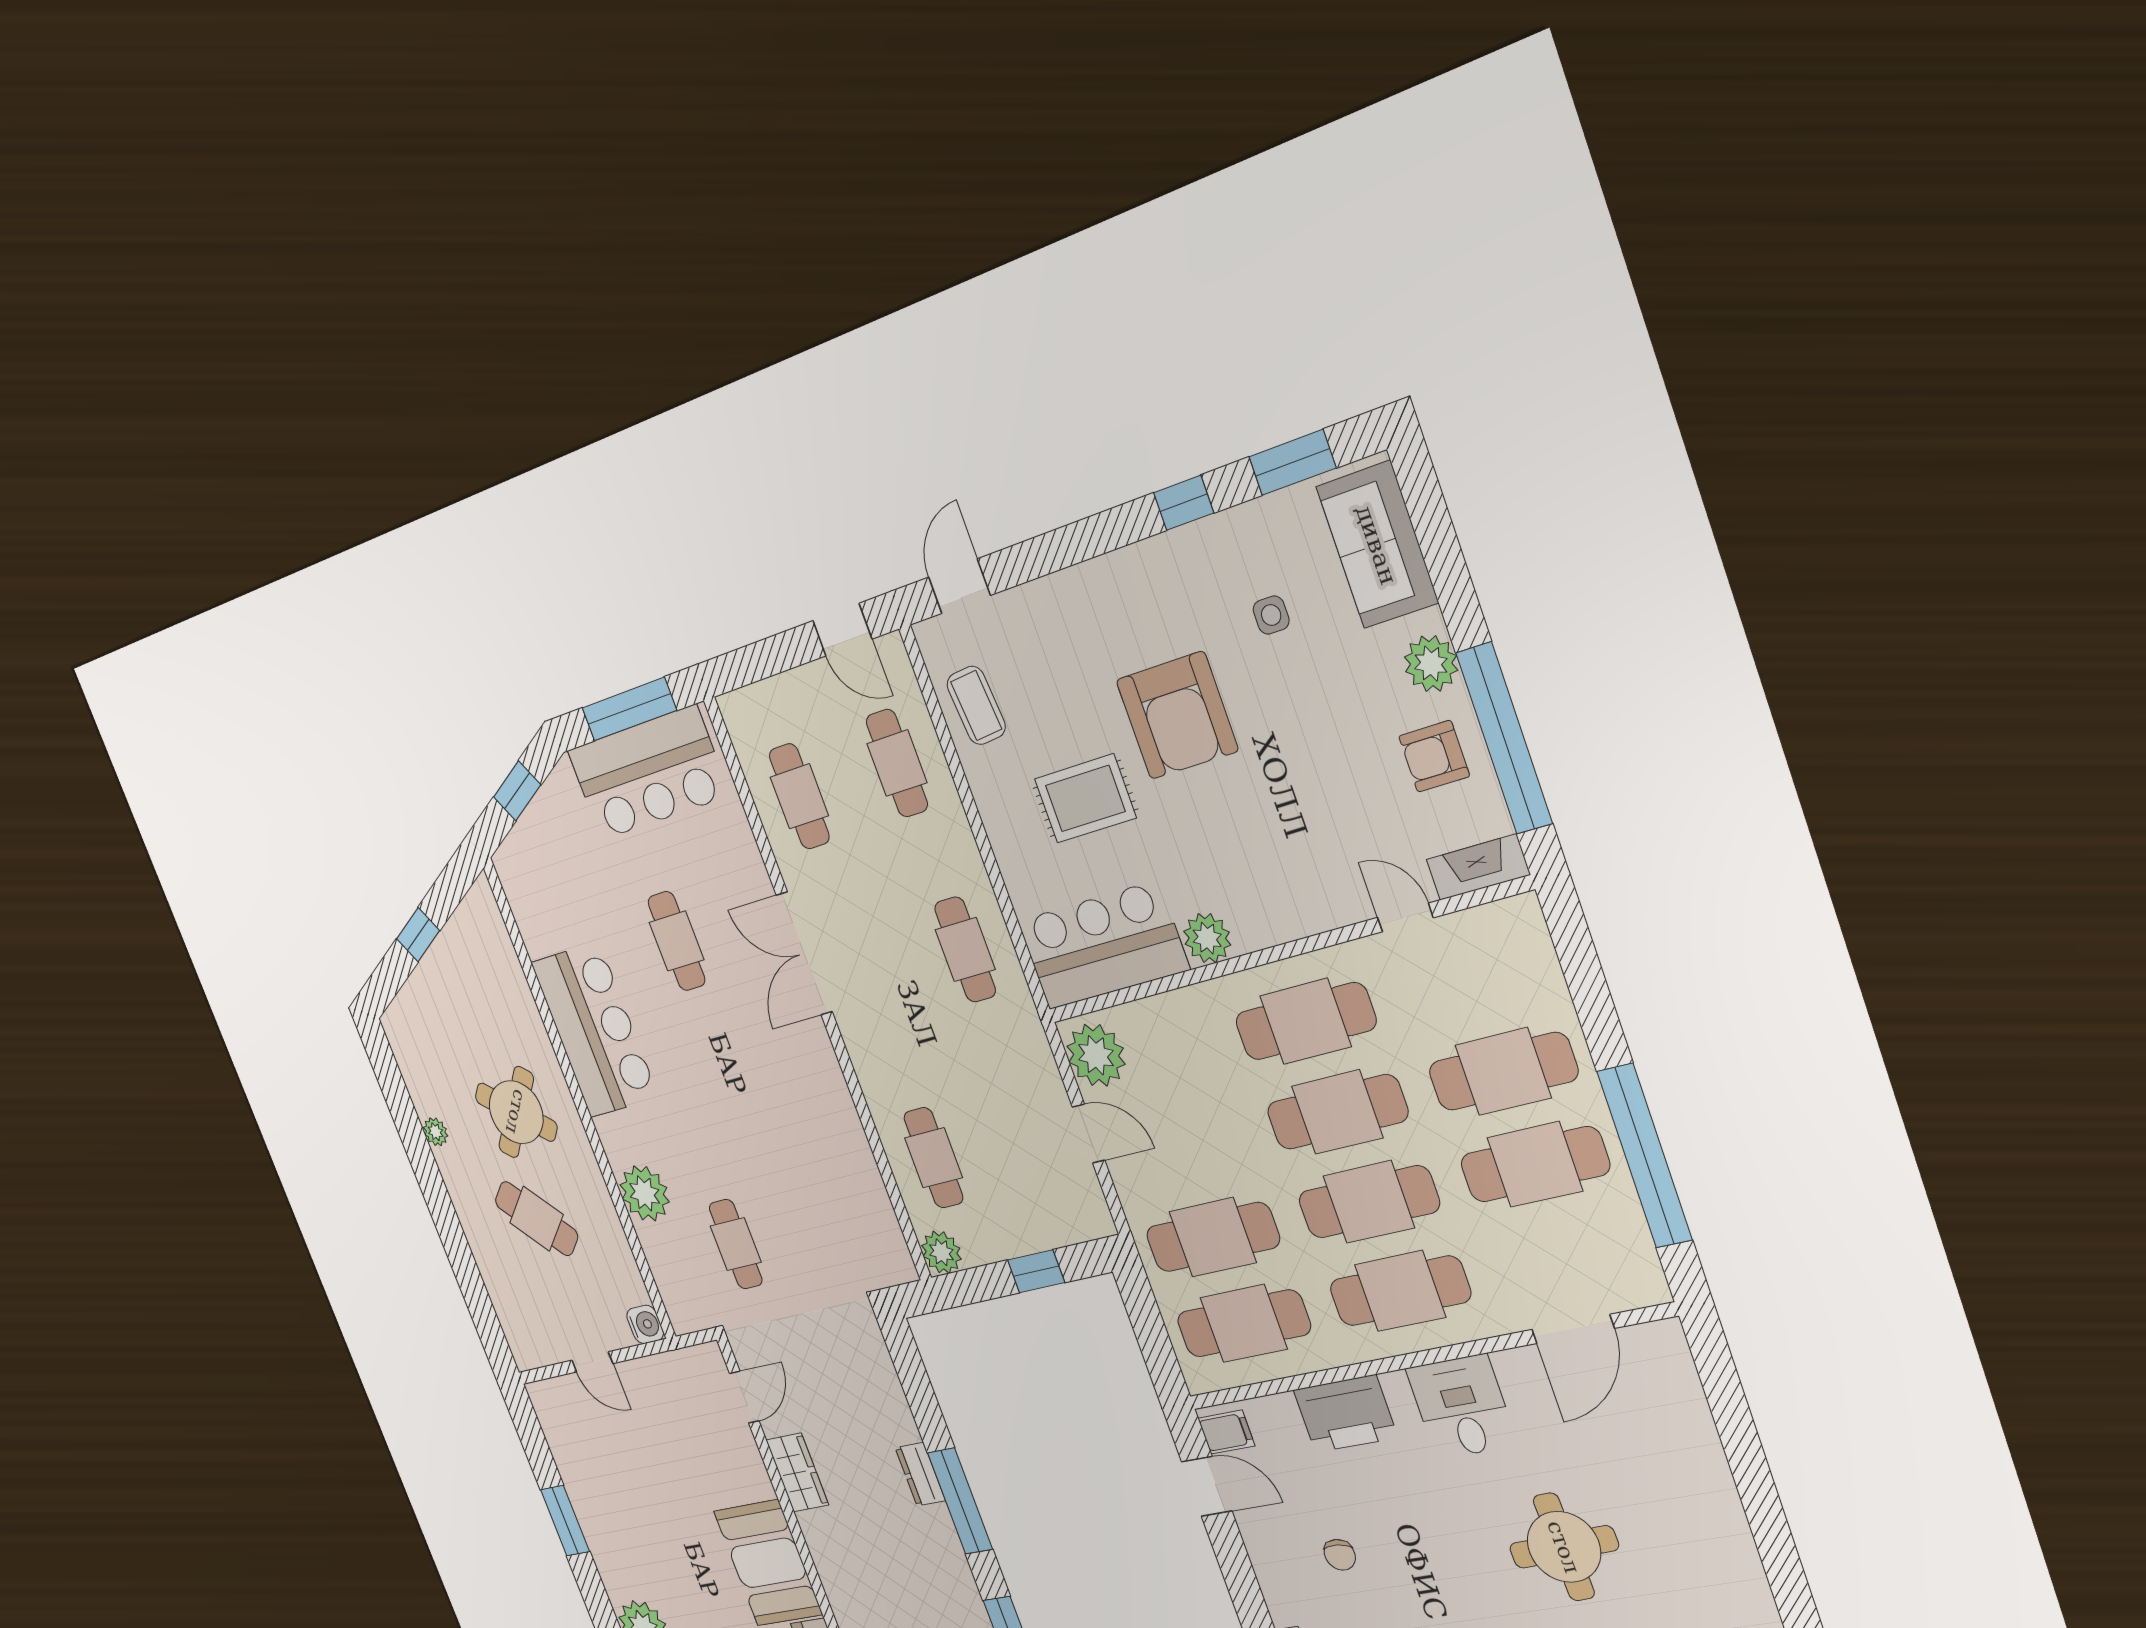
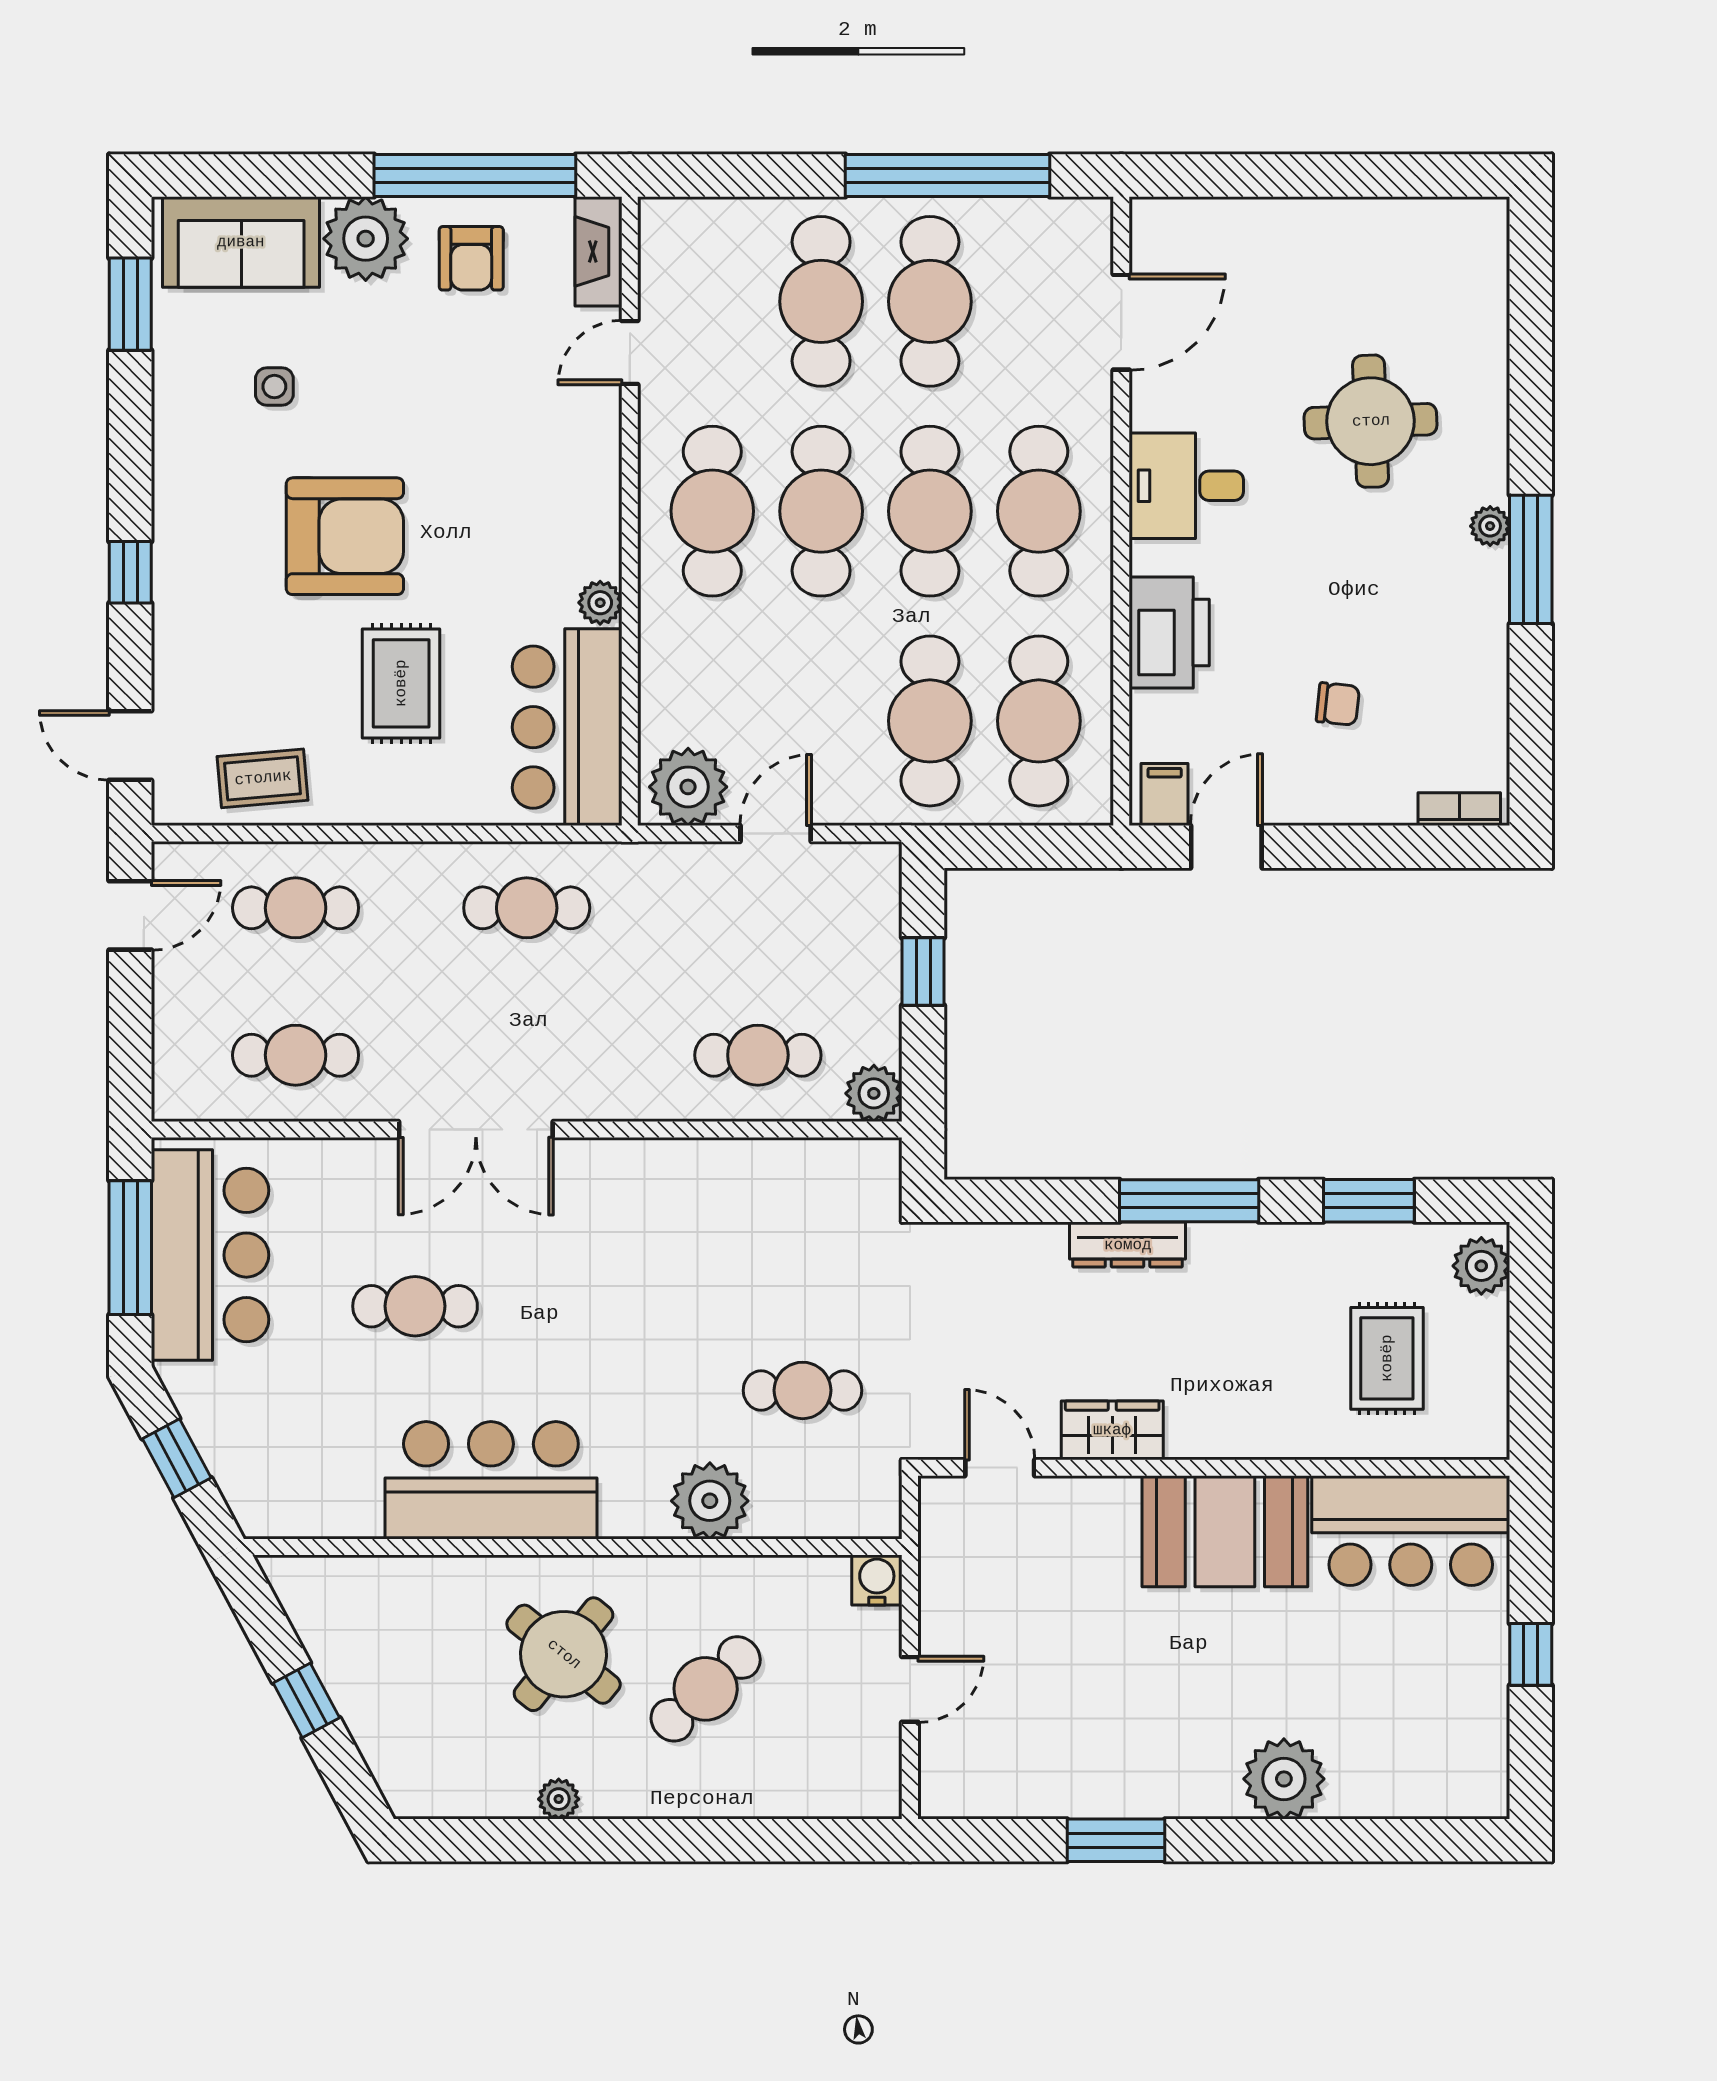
window: (1184, 503) -> (130, 572), moved
plant: (1431, 664) -> (366, 239), width x1.36, depth x1.36
plant: (1207, 938) -> (600, 603), width x0.73, depth x0.73
door: (1573, 1329) -> (1121, 322), hinge flipped
dresser: (920, 1474) -> (1128, 1245), width x1.44

